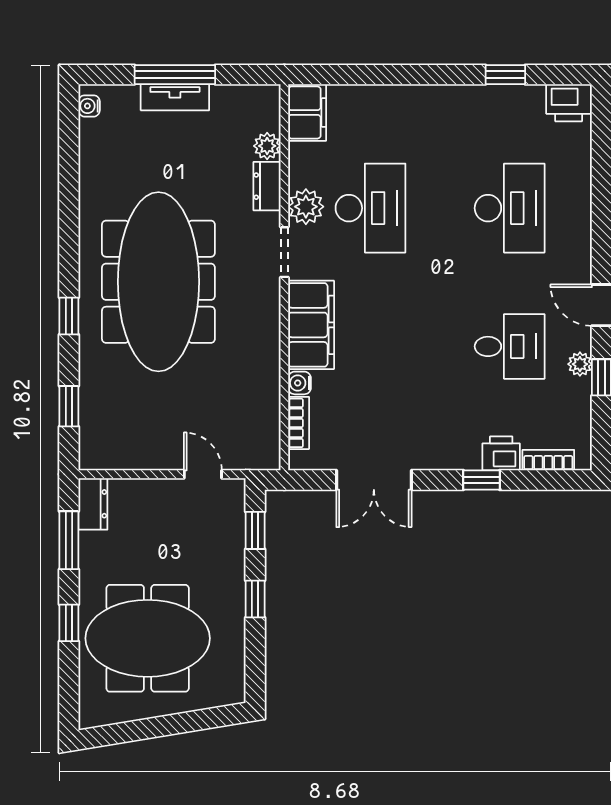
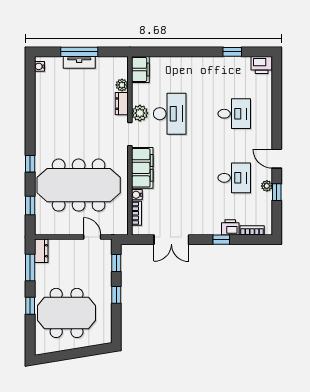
desk: (510, 208) -> (234, 114), width x0.73
meeting table: (158, 282) -> (79, 185), moved, turned 90

